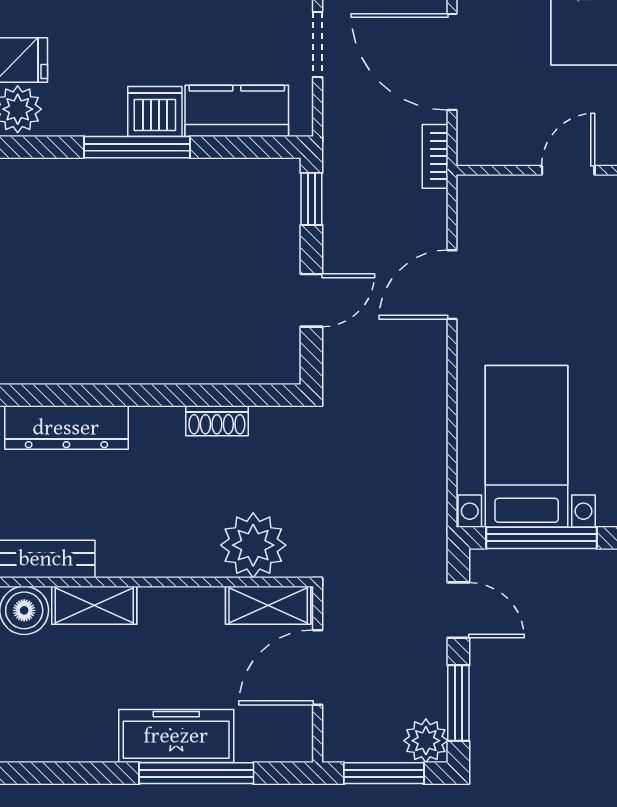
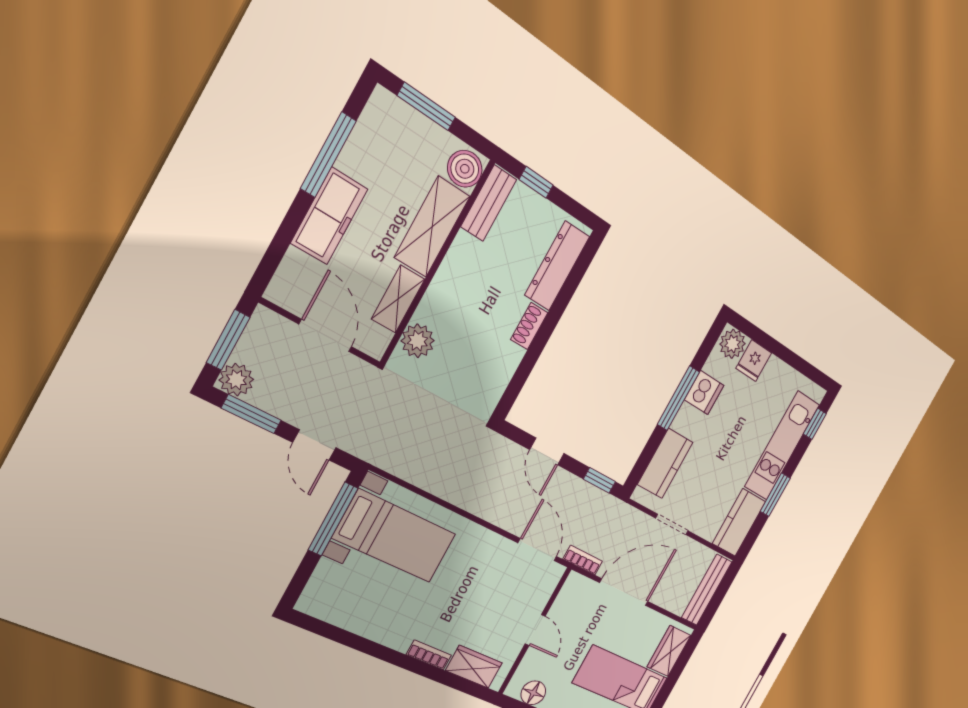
dishwasher: (155, 111) -> (704, 393), moved
door: (452, 285) -> (537, 550), moved
shoe rack: (217, 421) -> (529, 326), moved
plant: (253, 545) -> (418, 341), width x0.73, depth x0.73
shelving: (94, 605) -> (432, 227), width x1.50, depth x1.33
shelving: (268, 605) -> (398, 299), moved
door: (458, 610) -> (314, 445), hinge flipped
window: (196, 773) -> (328, 155), moved

